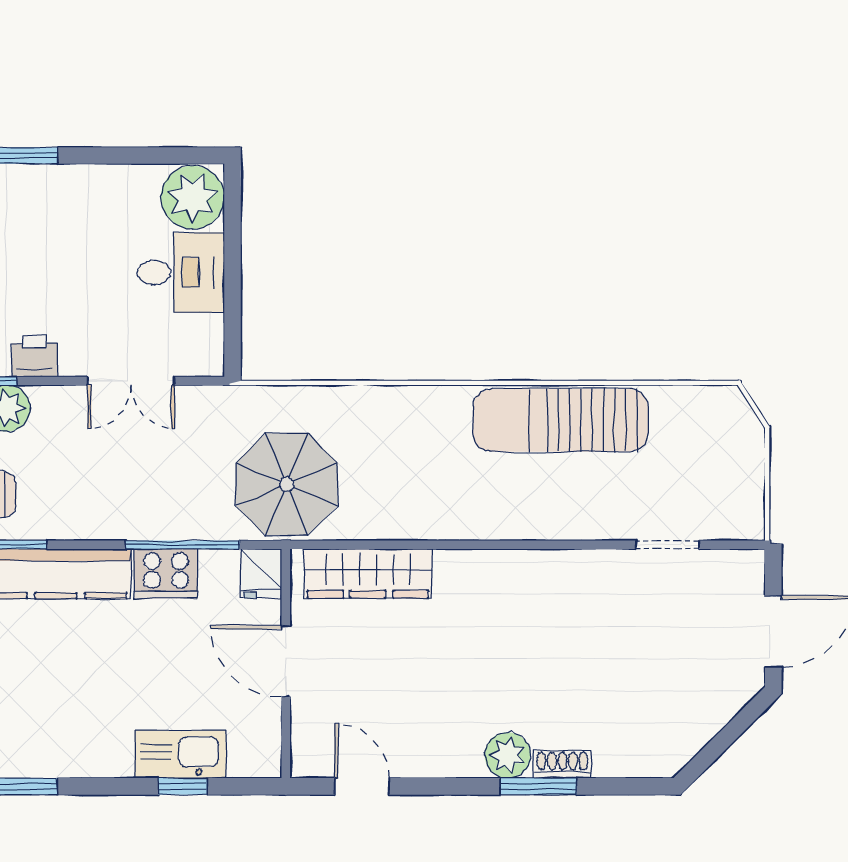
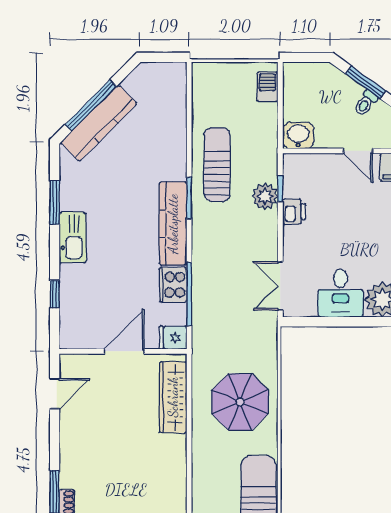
double door: (131, 381) -> (280, 286), moved
parasol: (287, 484) -> (240, 402), moved
kitchen sink: (180, 754) -> (73, 238), moved
plant: (508, 755) -> (72, 475), removed

